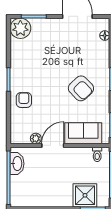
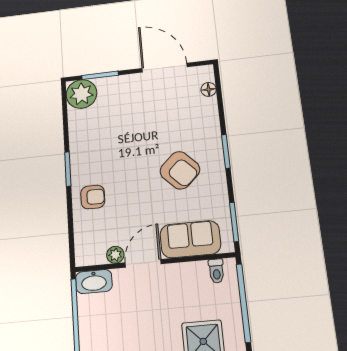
armchair: (24, 100) -> (93, 197), turned 90
washbasin: (17, 164) -> (94, 282), moved, turned 90

